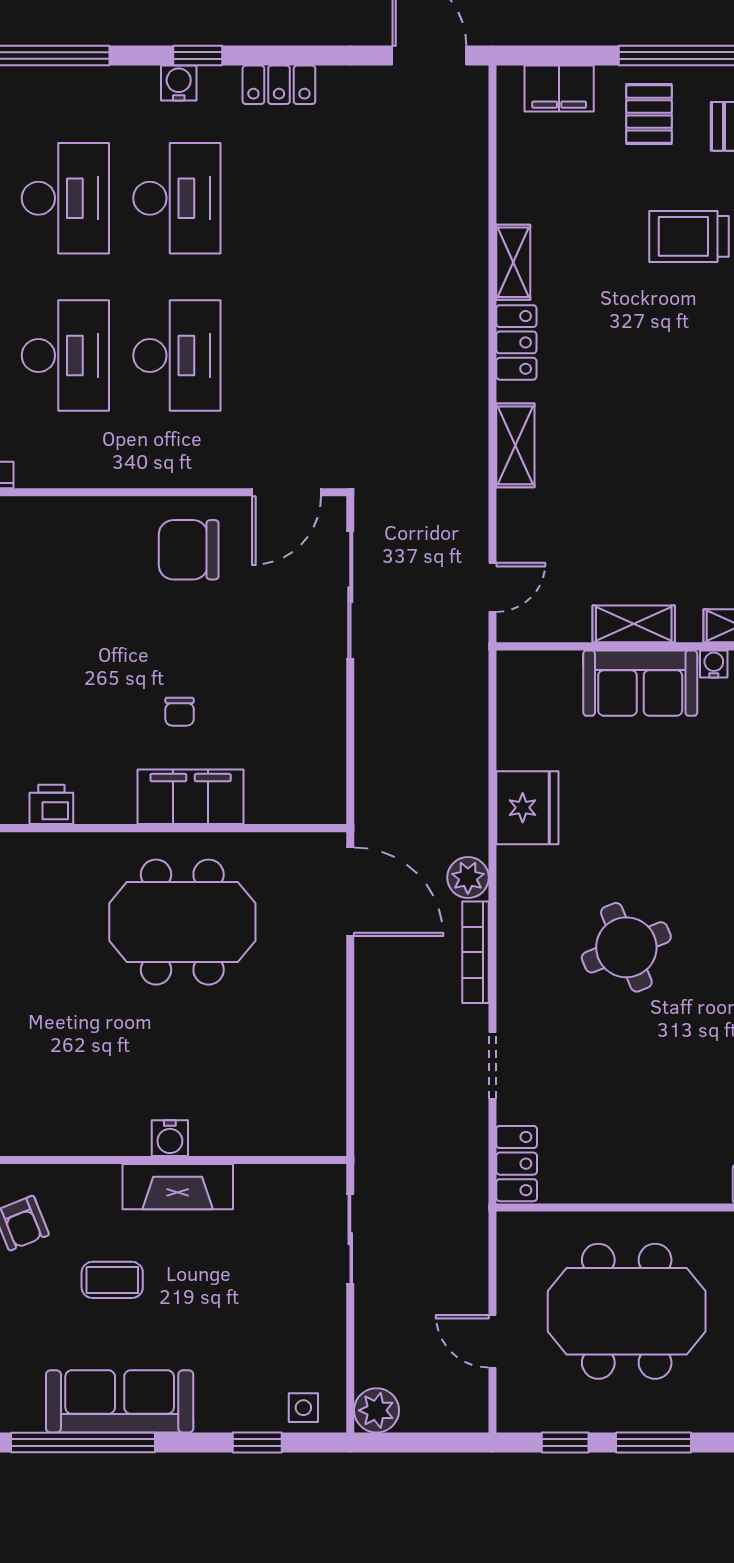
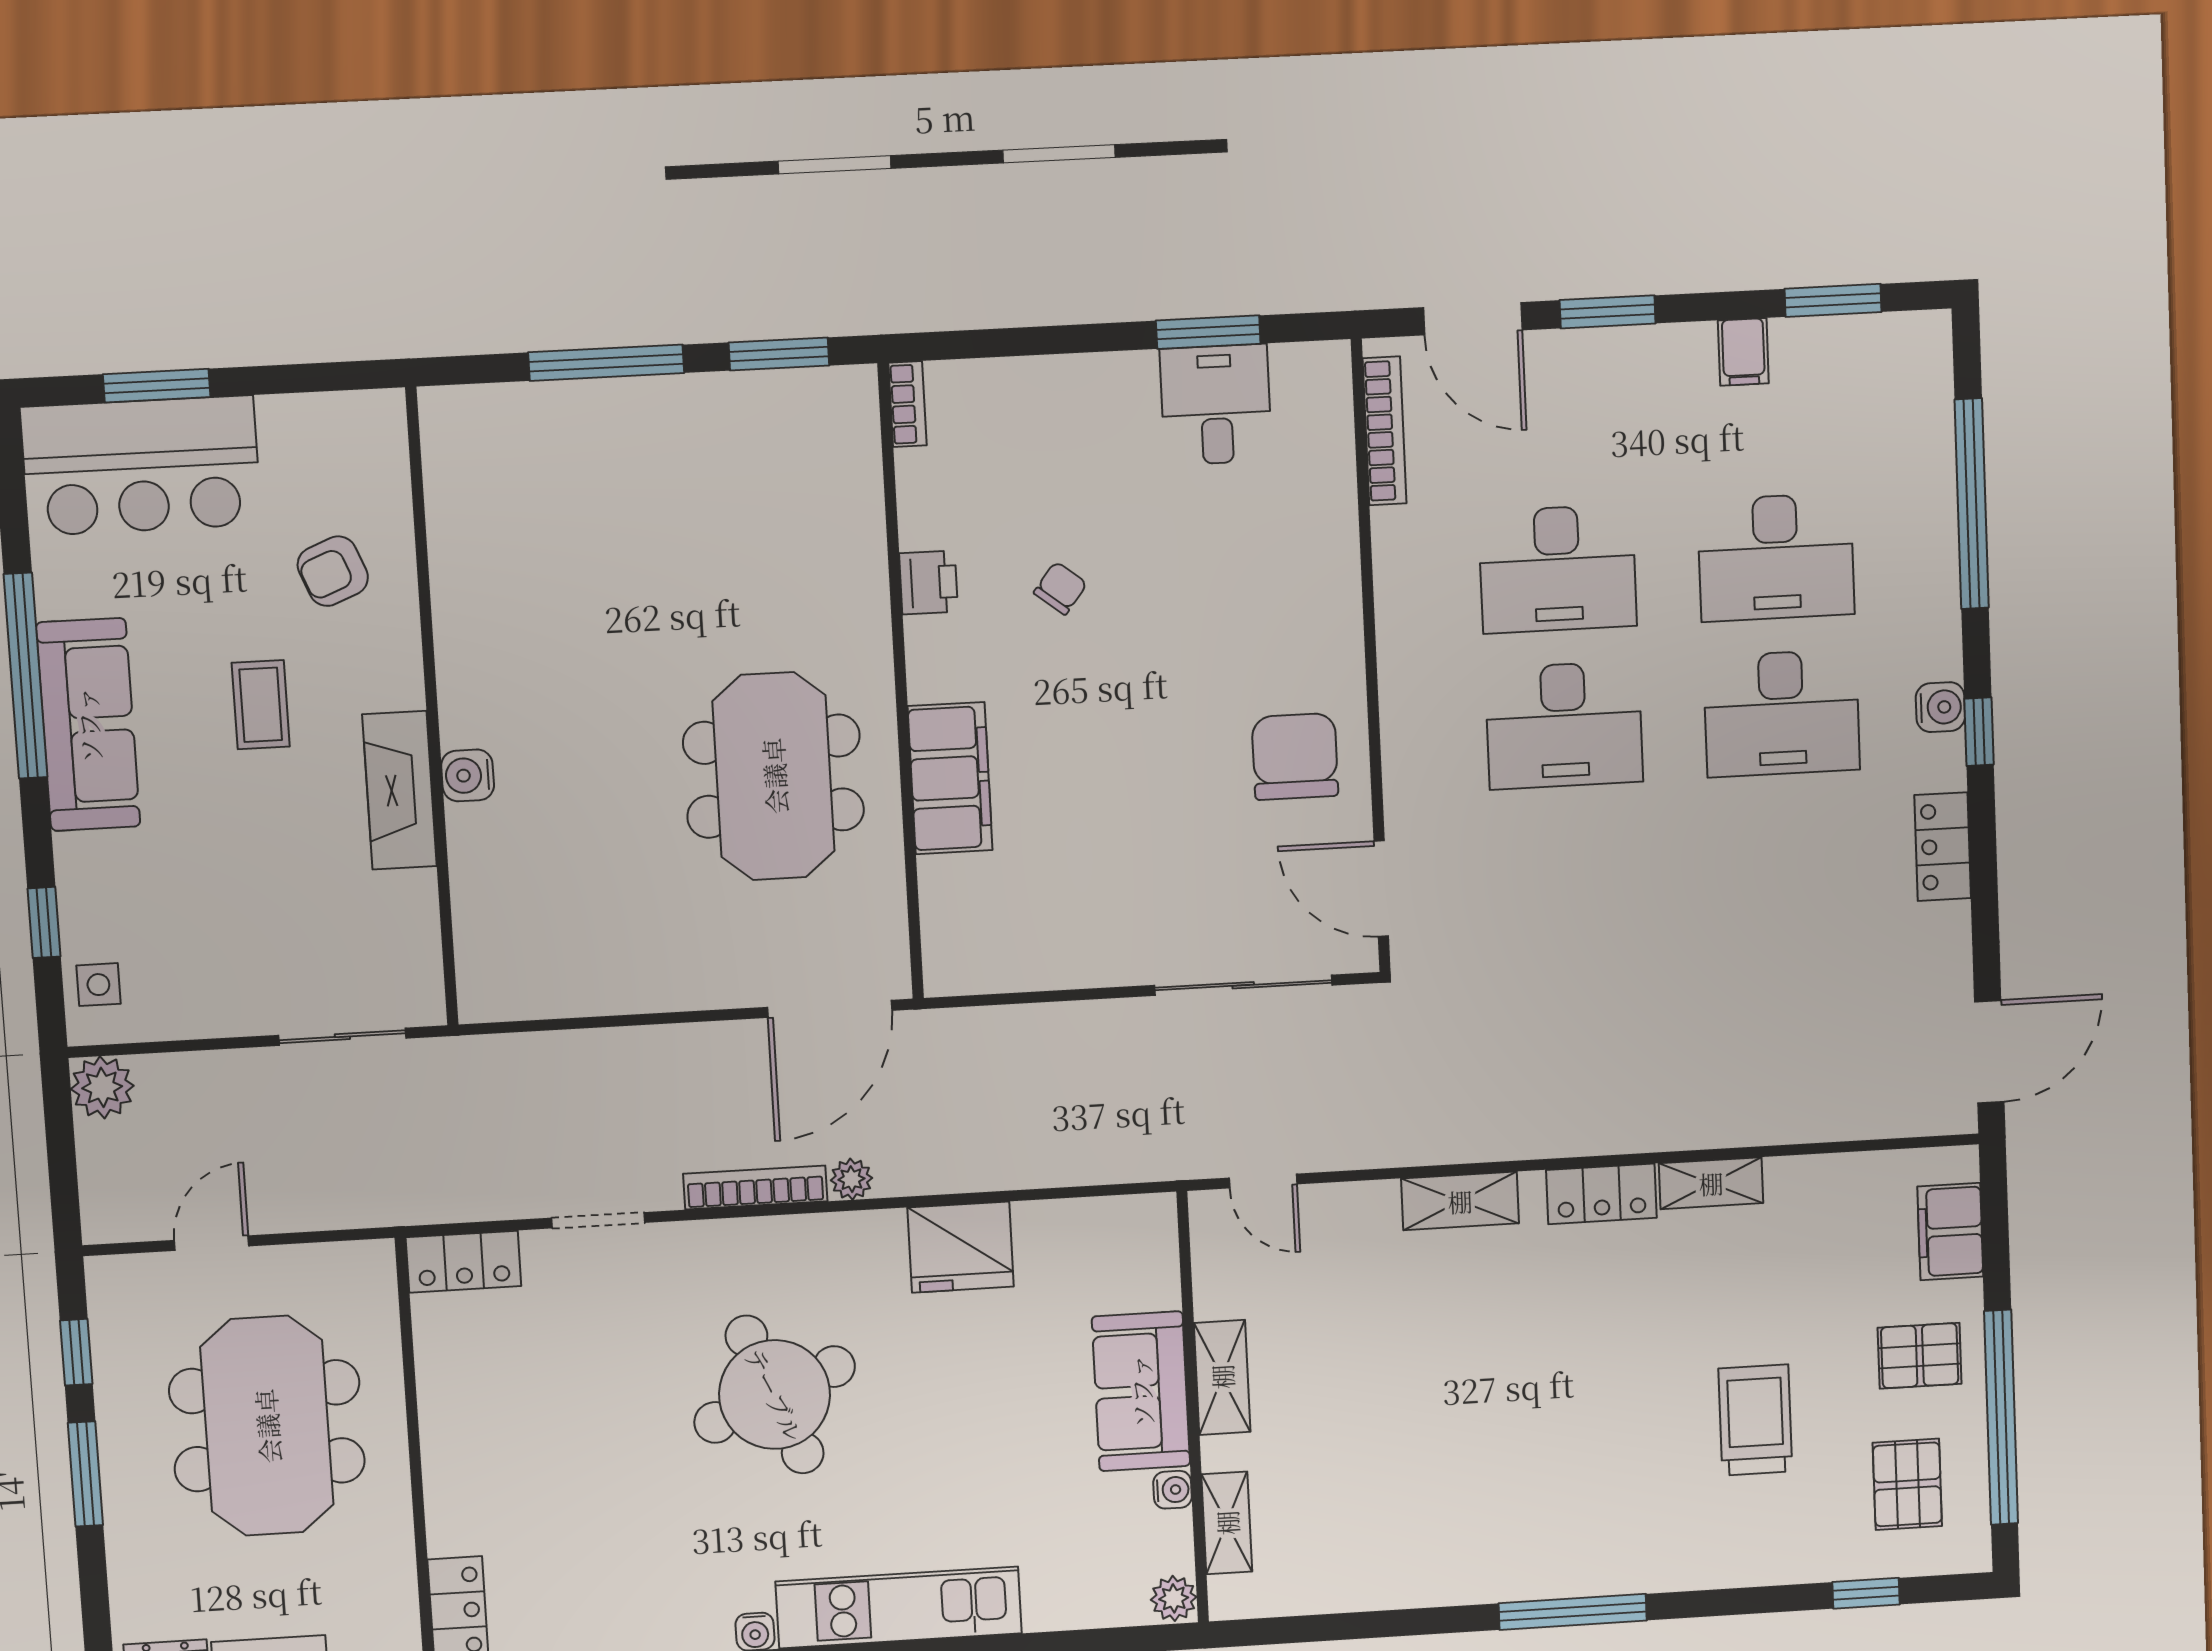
chair: (180, 712) -> (1060, 588), moved, turned 128
plant: (468, 878) -> (851, 1179), width x0.73, depth x0.73
round table: (626, 947) -> (775, 1394), width x1.36, depth x1.36

